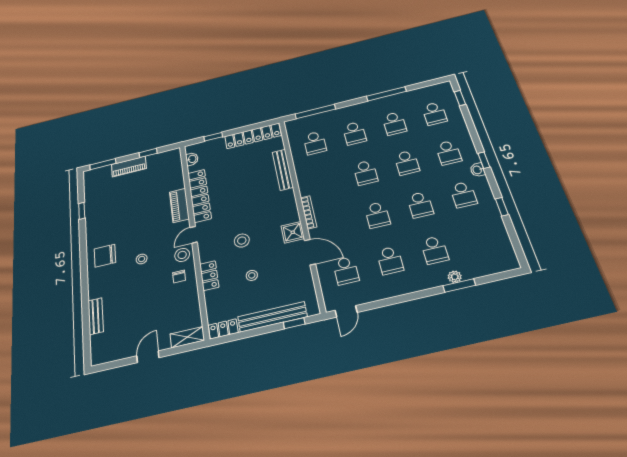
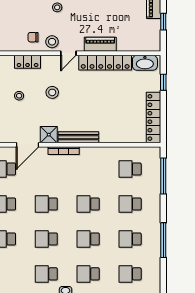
washbasin: (192, 159) -> (145, 63), width x1.91, depth x1.45
bench: (283, 170) -> (78, 137), moved
door: (194, 235) -> (68, 53), swing flipped

